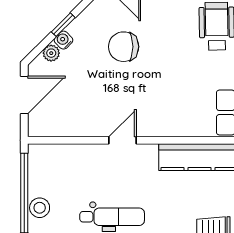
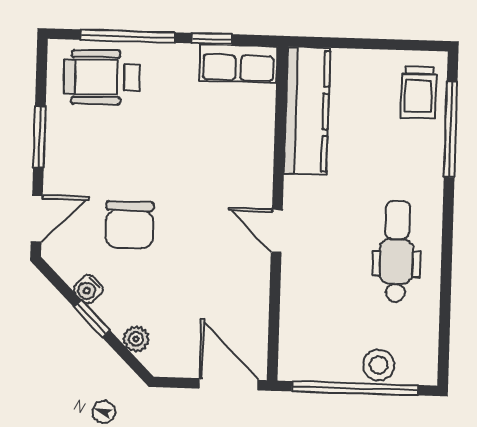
water cooler: (64, 40) -> (88, 289), moved
door: (24, 95) -> (229, 384), moved

